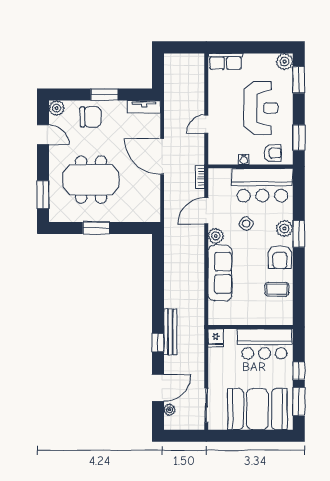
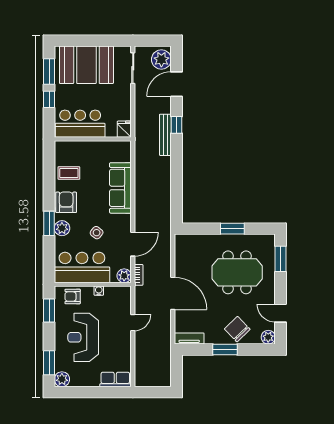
chair: (91, 117) -> (237, 329), turned 46
plant: (216, 236) -> (124, 276), moved
plant: (170, 410) -> (161, 60), width x1.88, depth x1.88

